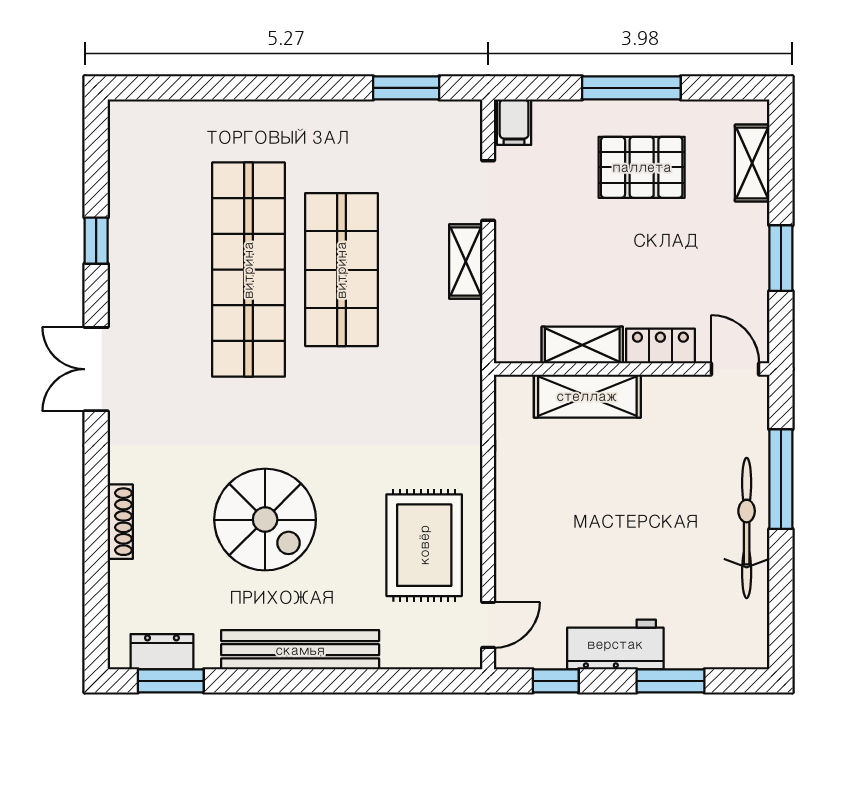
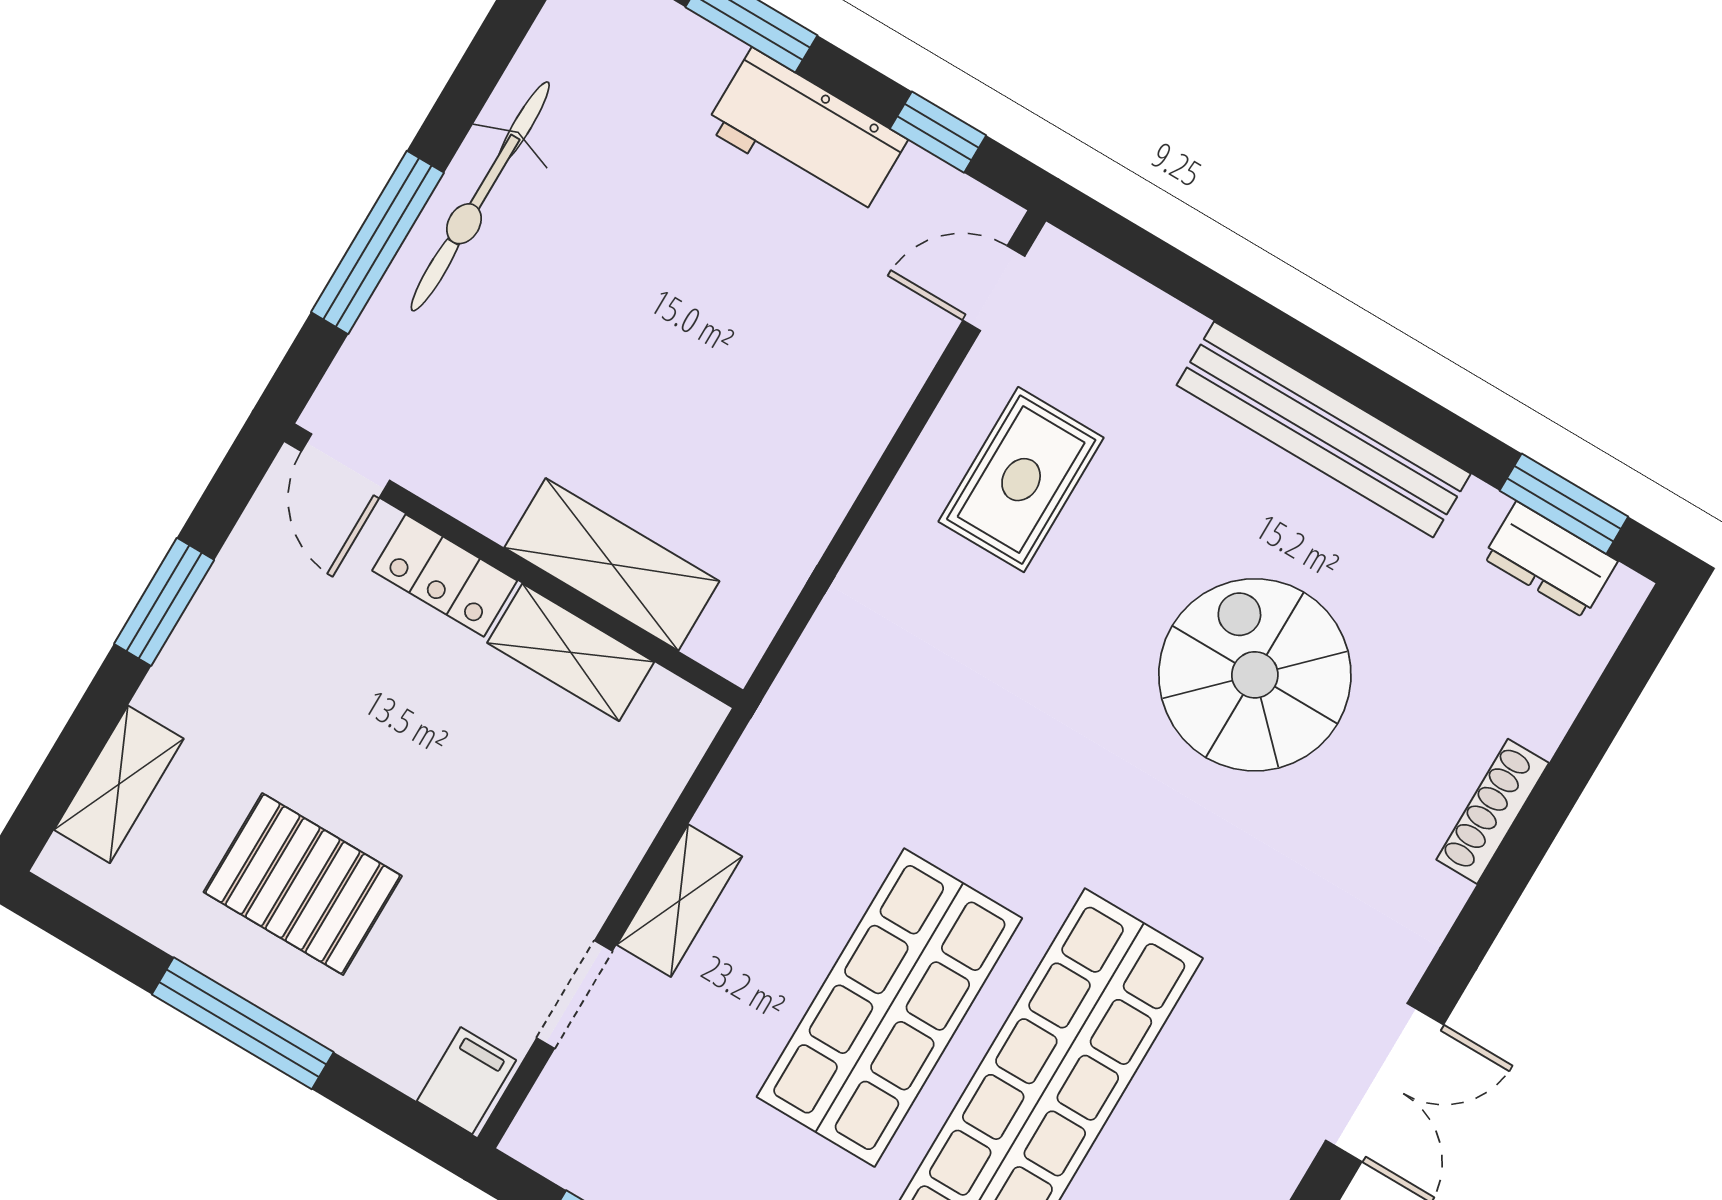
rug: (424, 545) -> (1021, 480), width x0.73, depth x0.70

